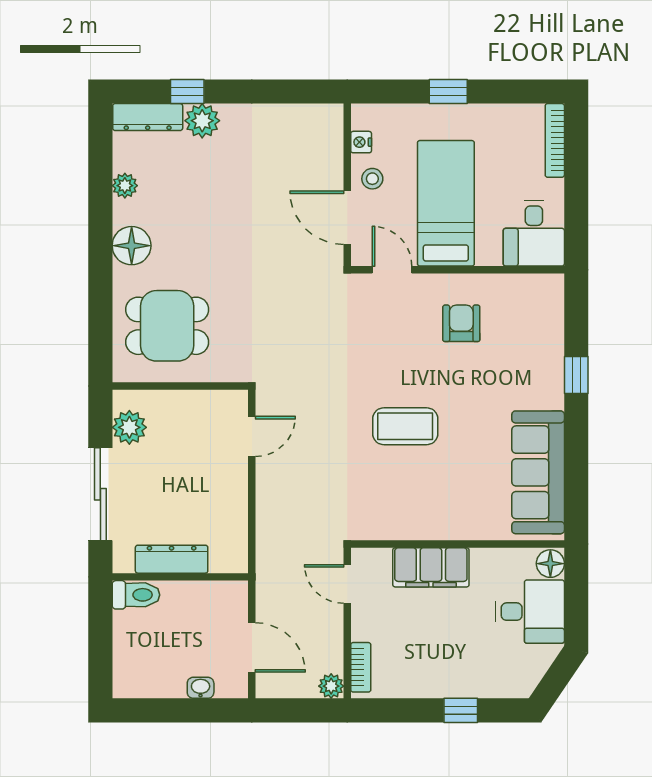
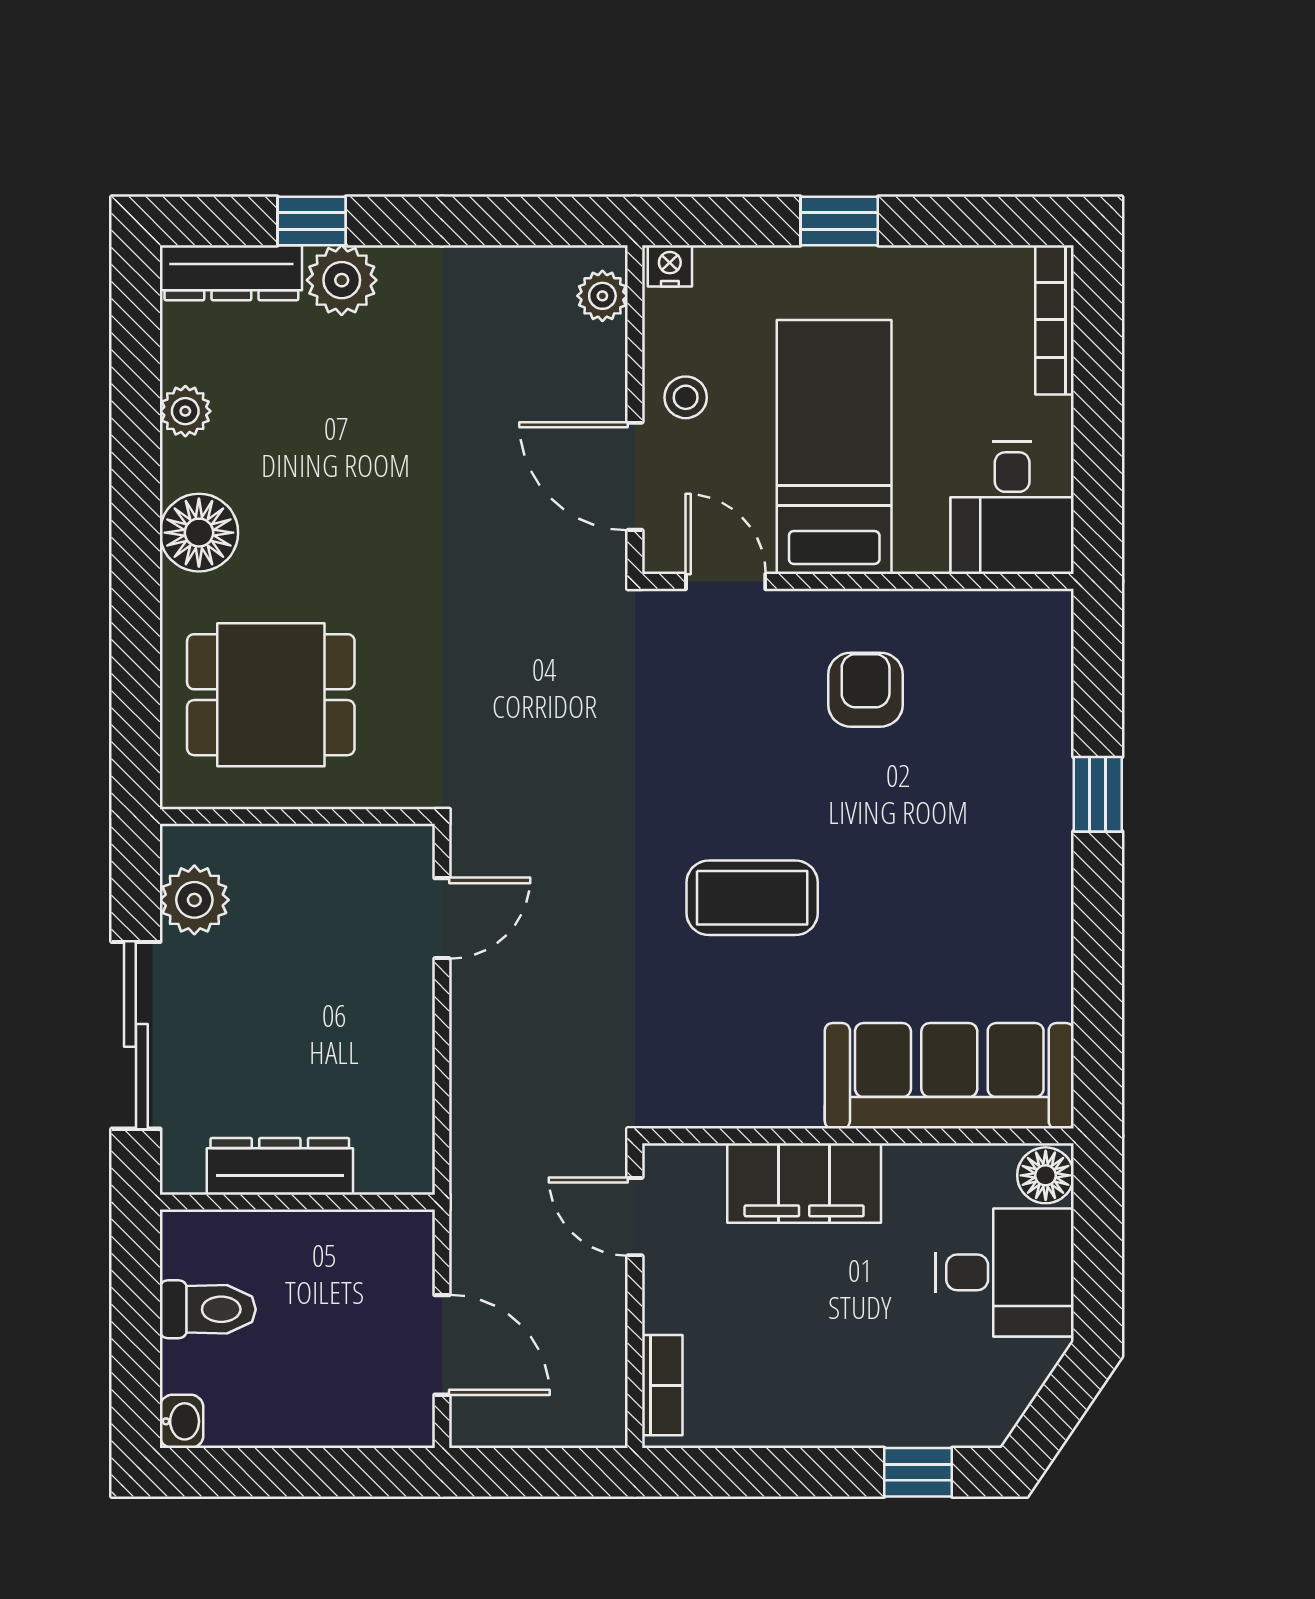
nightstand: (361, 142) -> (670, 266), moved, turned 90
sofa: (538, 472) -> (949, 1076), moved, turned 90
toilet: (136, 595) -> (208, 1309), moved
plant: (331, 686) -> (602, 296), moved
washbasin: (201, 688) -> (182, 1421), moved, turned 90
window: (461, 710) -> (918, 1472), moved

